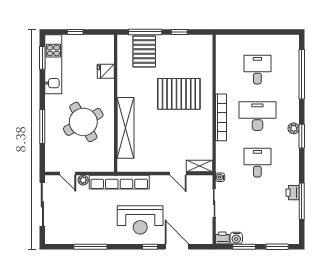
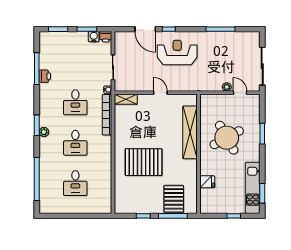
desk: (257, 116) -> (75, 143), width x0.73
bookcase: (221, 117) -> (107, 115), moved
window: (42, 126) -> (262, 134), width x0.69
door: (178, 173) -> (160, 93), moved
row of seats: (119, 182) -> (195, 85), removed

